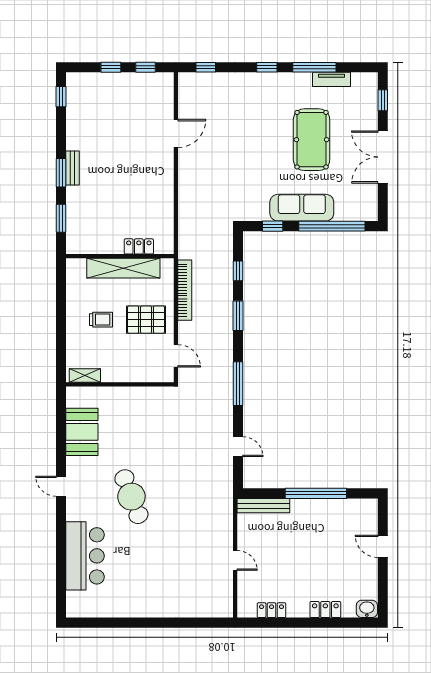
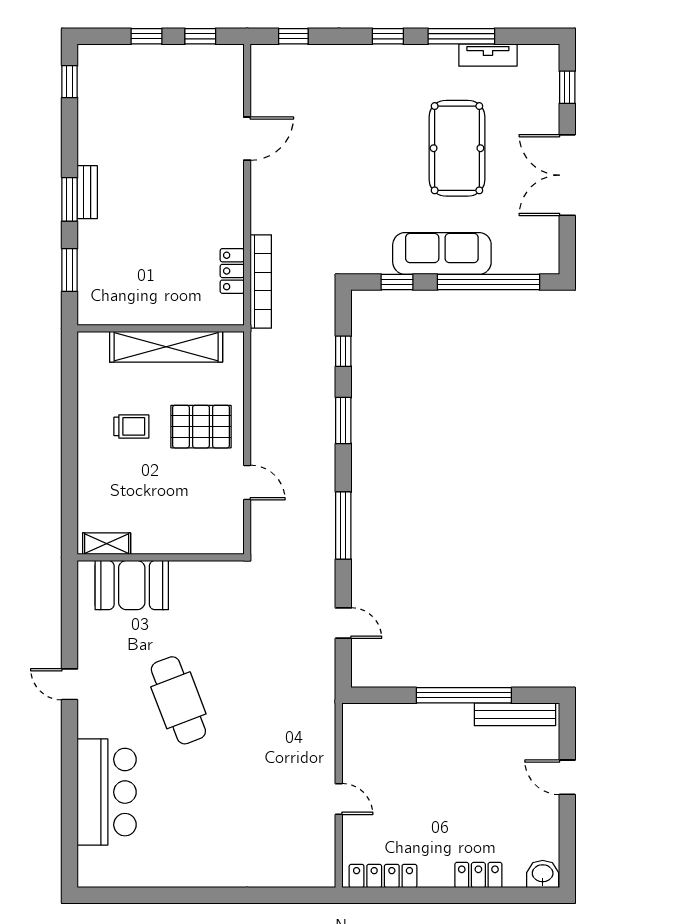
locker: (139, 246) -> (232, 271), moved, turned -90
bookcase: (185, 290) -> (261, 281), moved
shelving: (85, 375) -> (107, 544), moved
wall: (120, 384) -> (161, 557), moved
booth: (82, 432) -> (132, 585), moved, turned 90
bench: (263, 506) -> (515, 714), moved
locker: (272, 610) -> (383, 876), width x1.53

